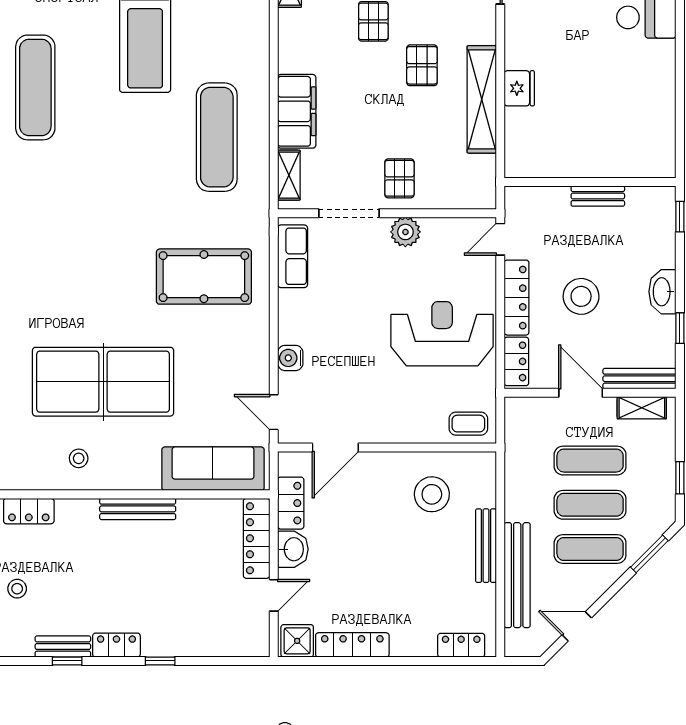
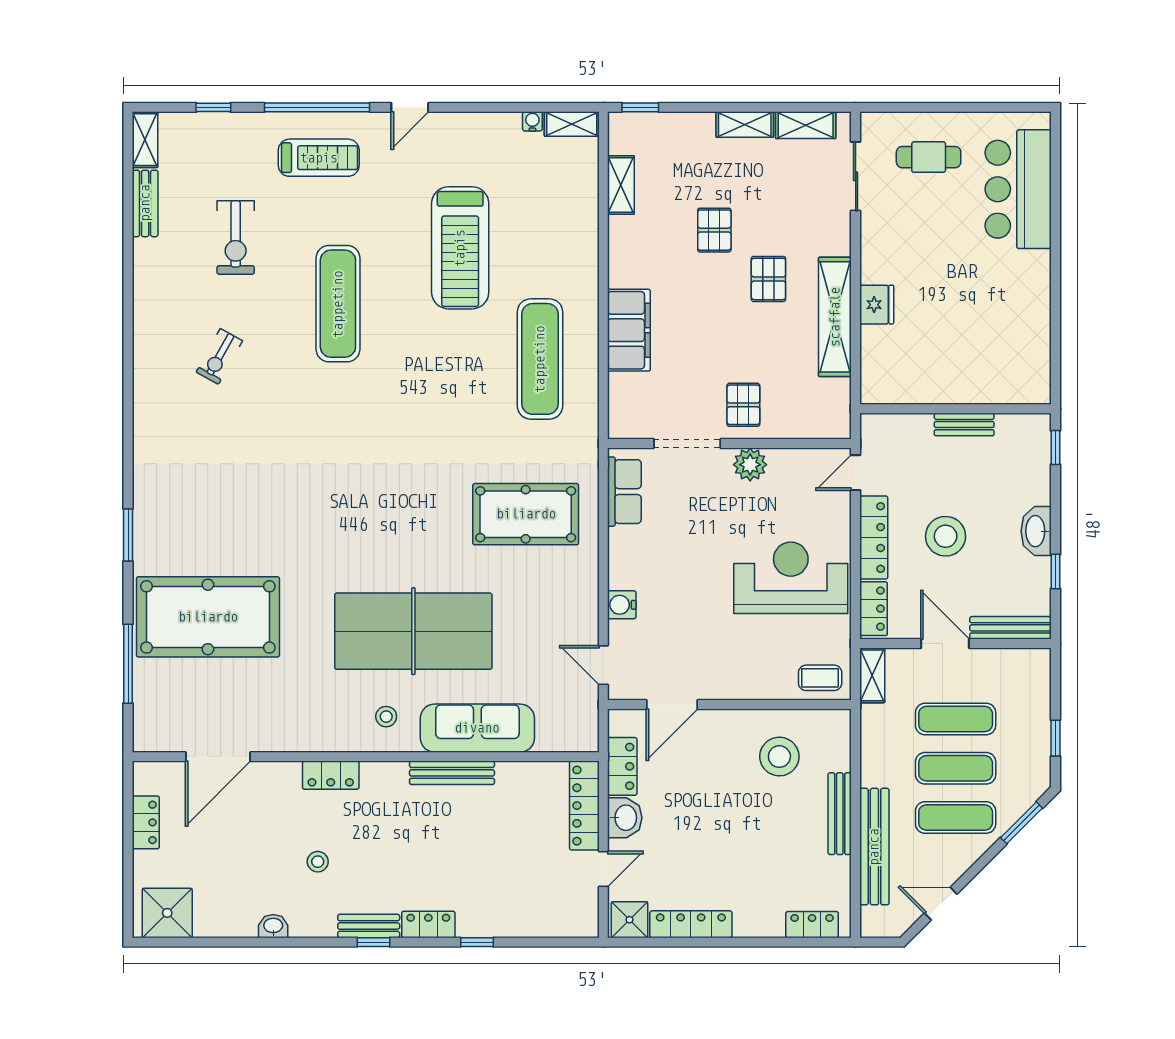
shelving: (289, 175) -> (620, 401), removed
shelving: (642, 408) -> (872, 675), moved, turned 90
sofa: (213, 469) -> (477, 728), moved

